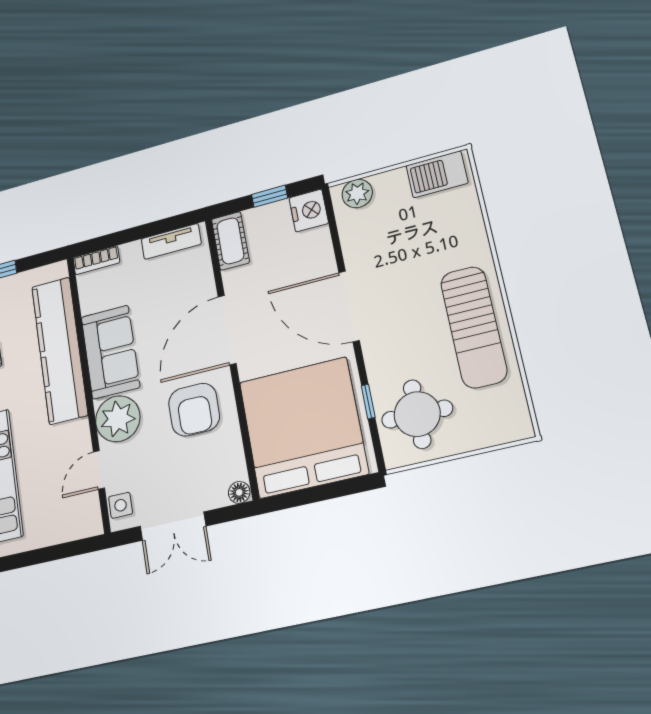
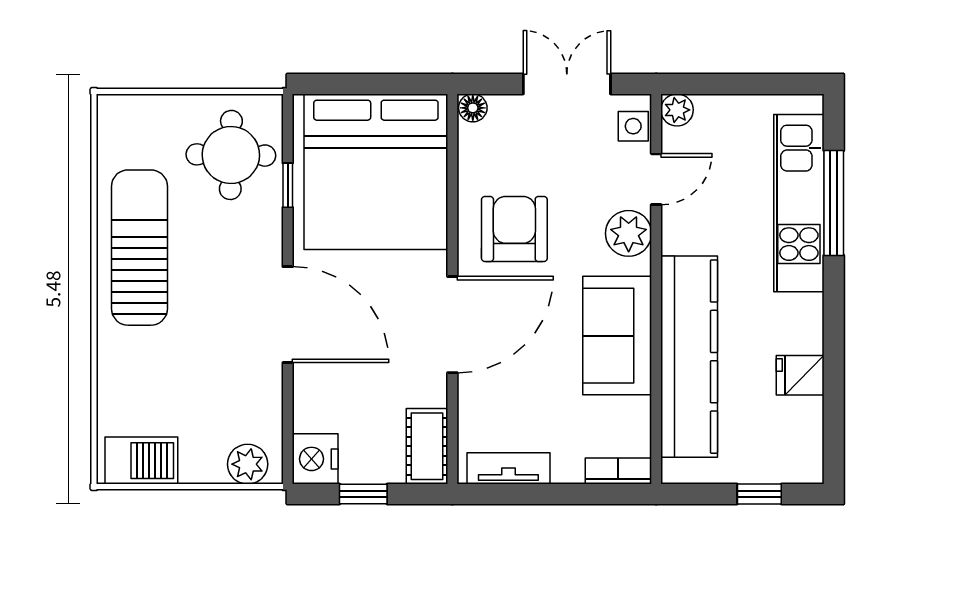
plant: (118, 419) -> (629, 233), width x0.73, depth x0.73
plant: (91, 524) -> (677, 110), added

